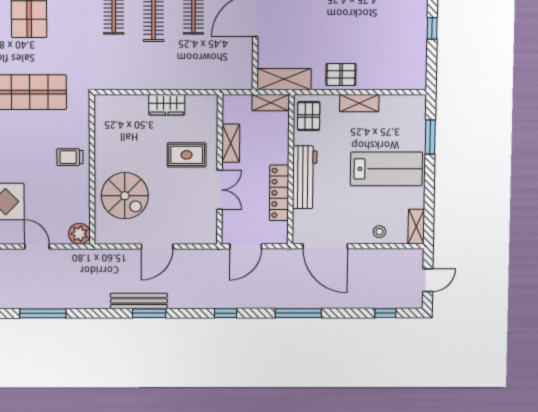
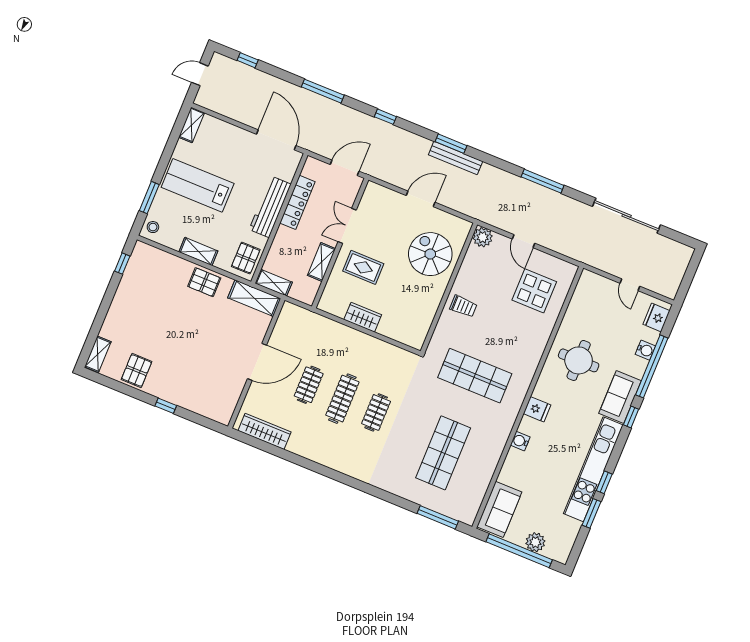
window: (432, 28) -> (122, 264), moved
stool: (379, 232) -> (153, 227), moved

